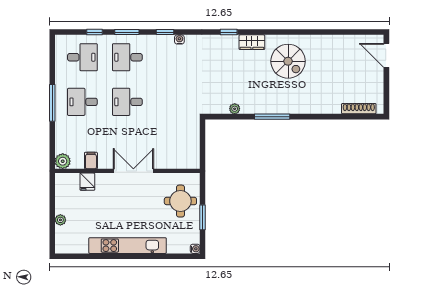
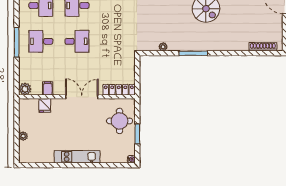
desk: (127, 102) -> (77, 41), turned 180
locker: (179, 162) -> (119, 90), added
kitchen unit: (128, 246) -> (77, 157), width x0.73

